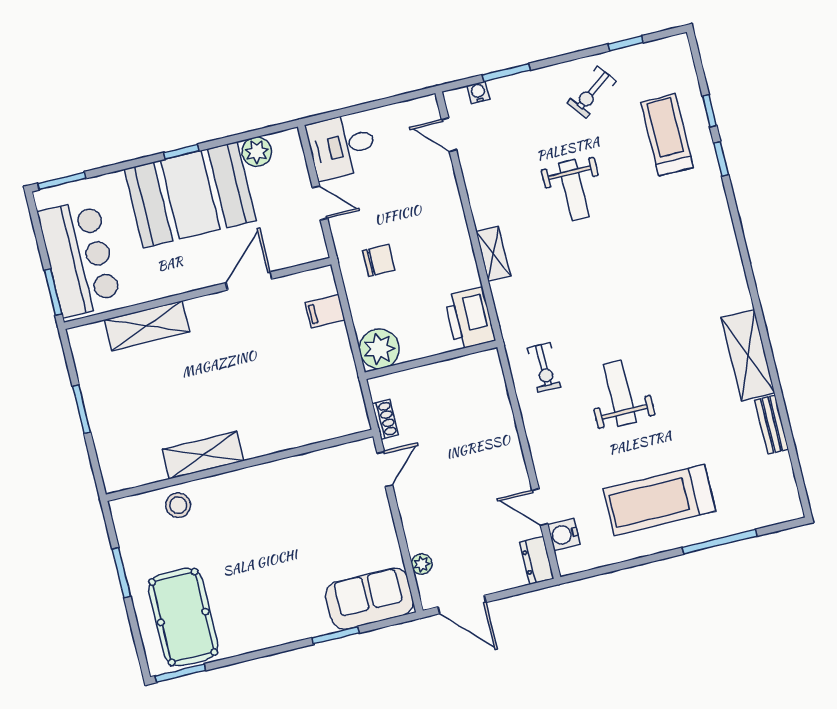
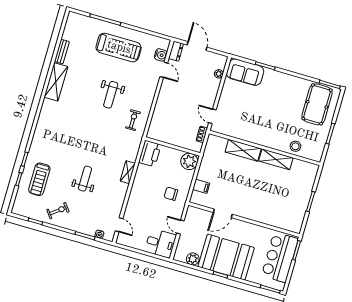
shelving: (147, 326) -> (243, 150), moved
door: (385, 469) -> (212, 116), hinge flipped
door: (462, 605) -> (197, 46), moved

